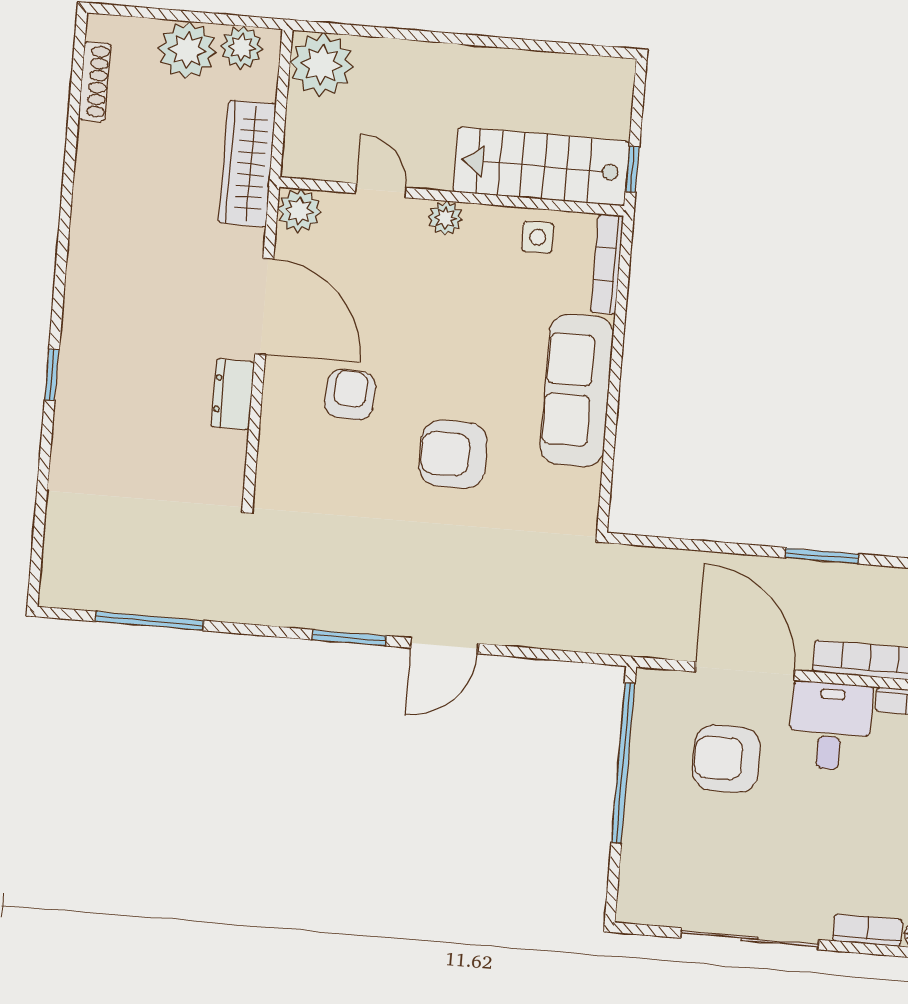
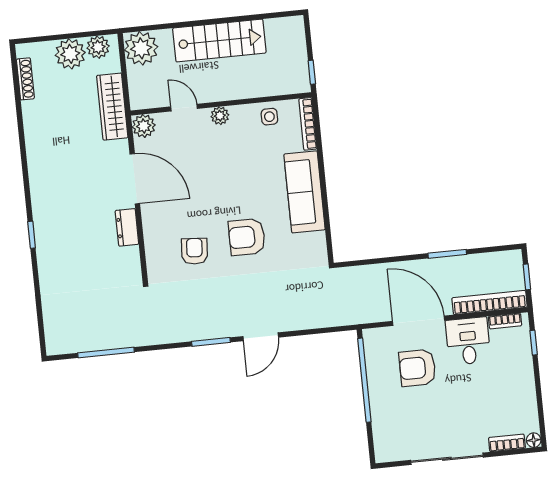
stairs: (541, 166) -> (219, 41), moved, turned 180
armchair: (350, 395) -> (194, 251), moved

